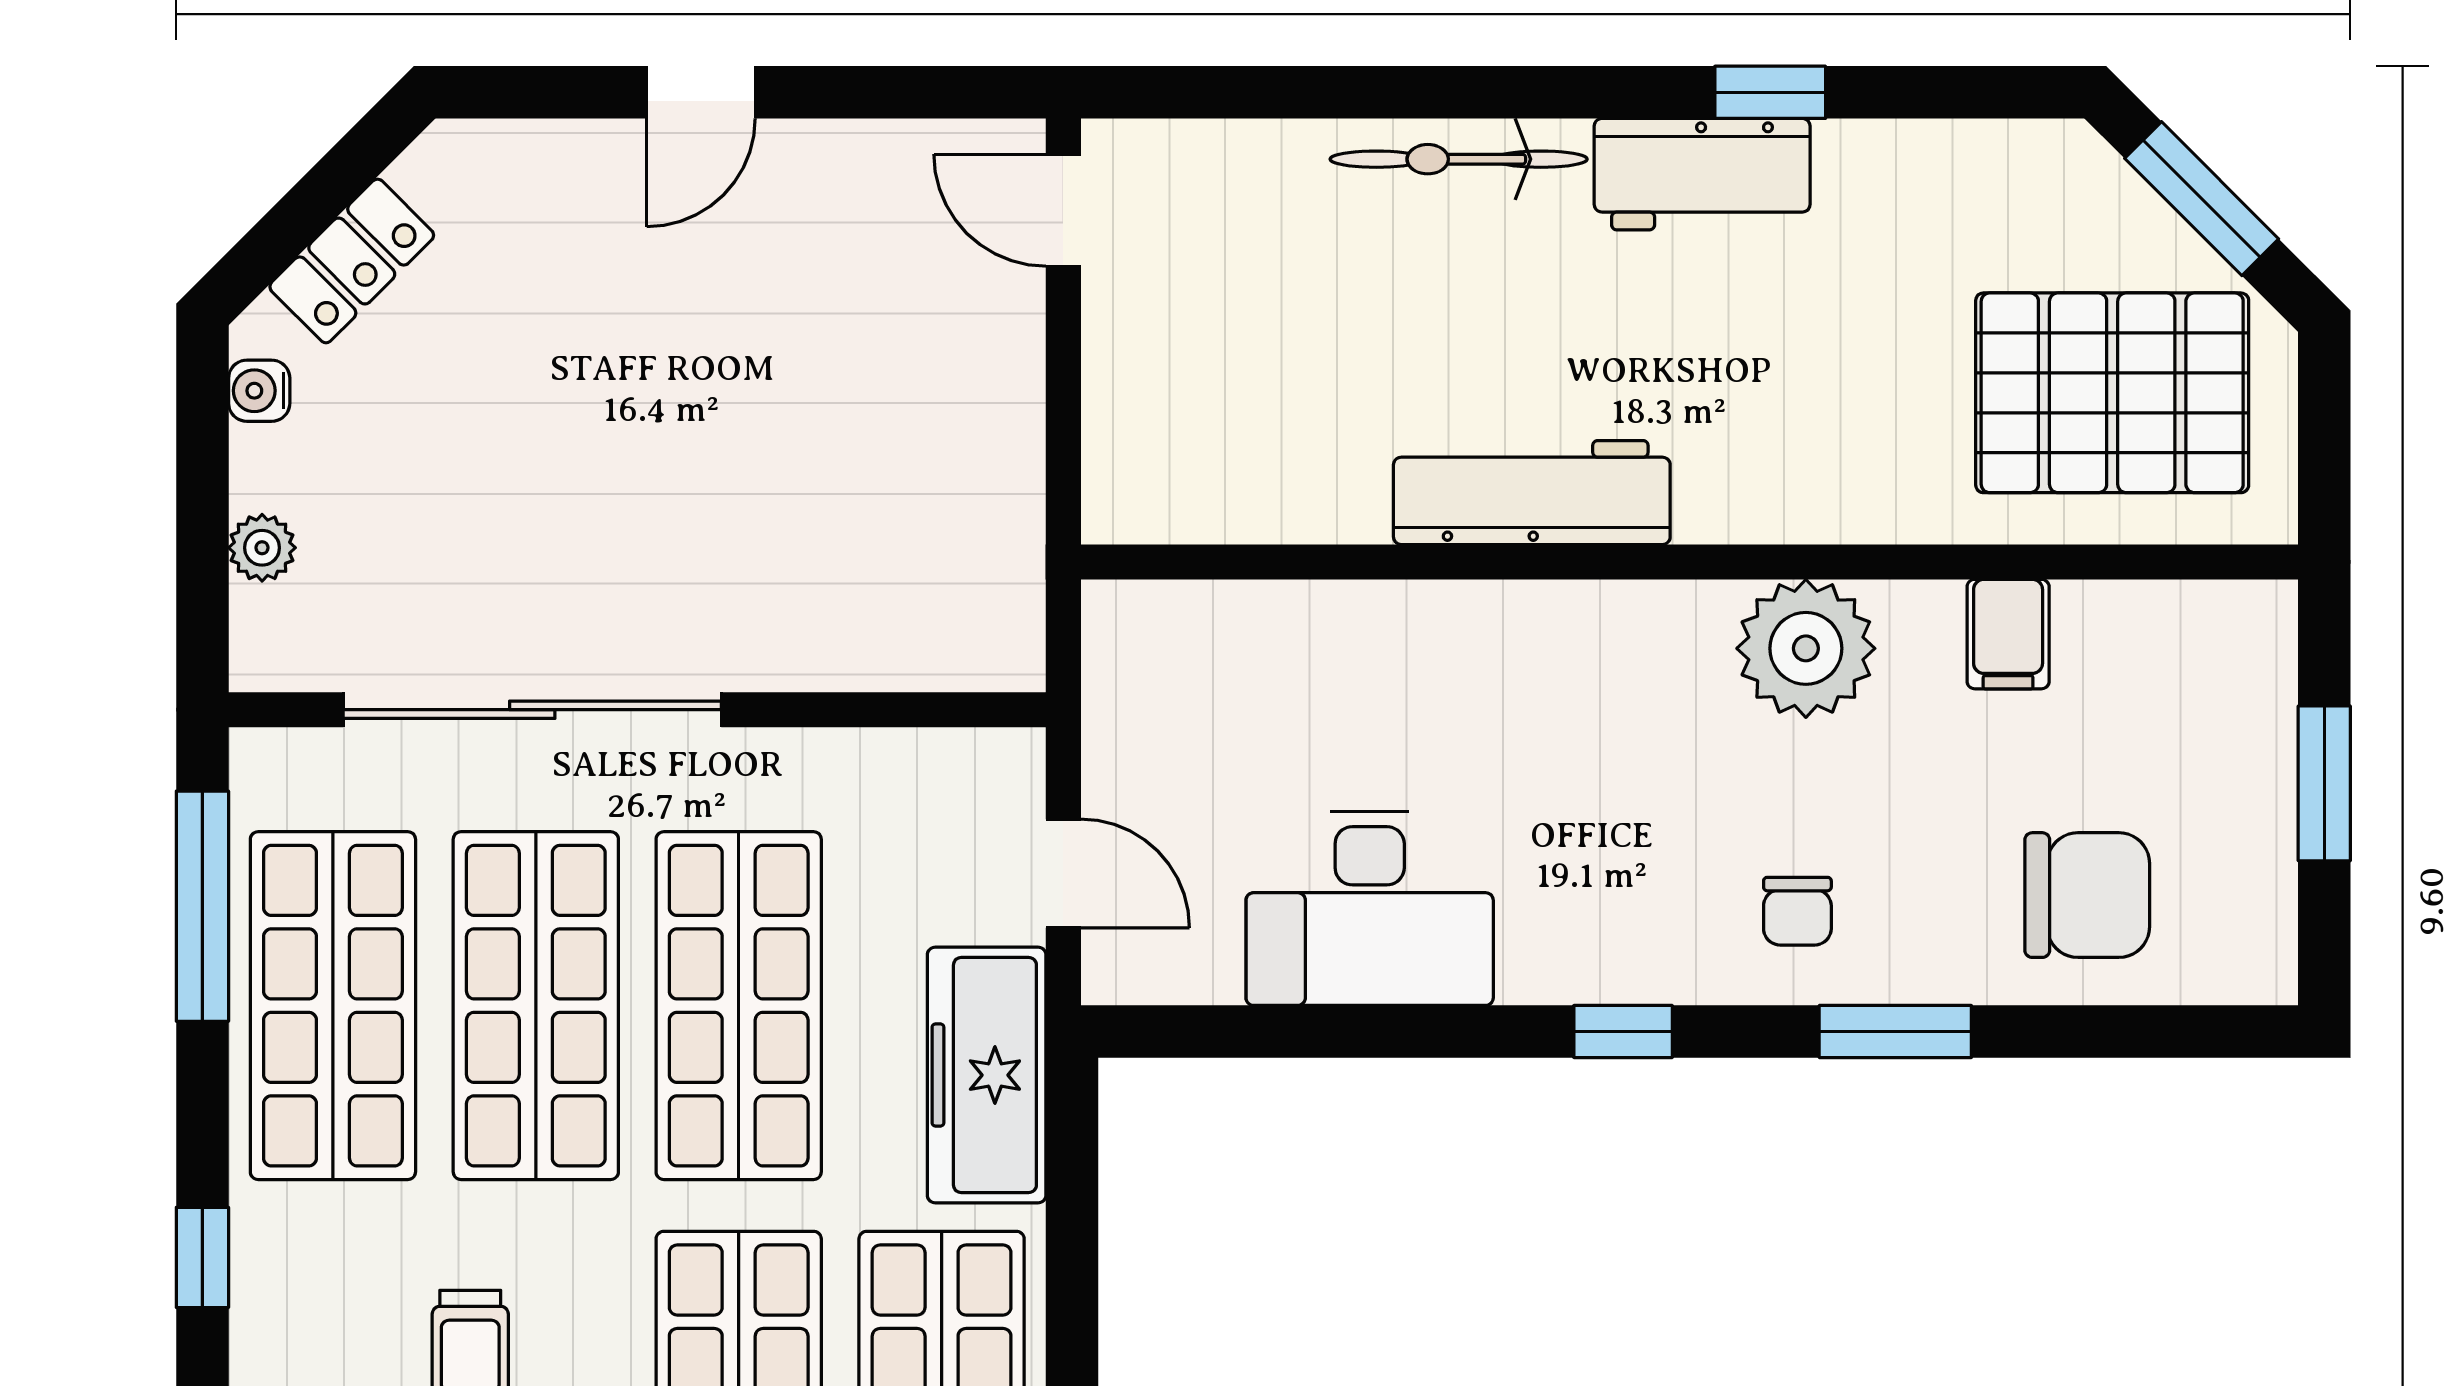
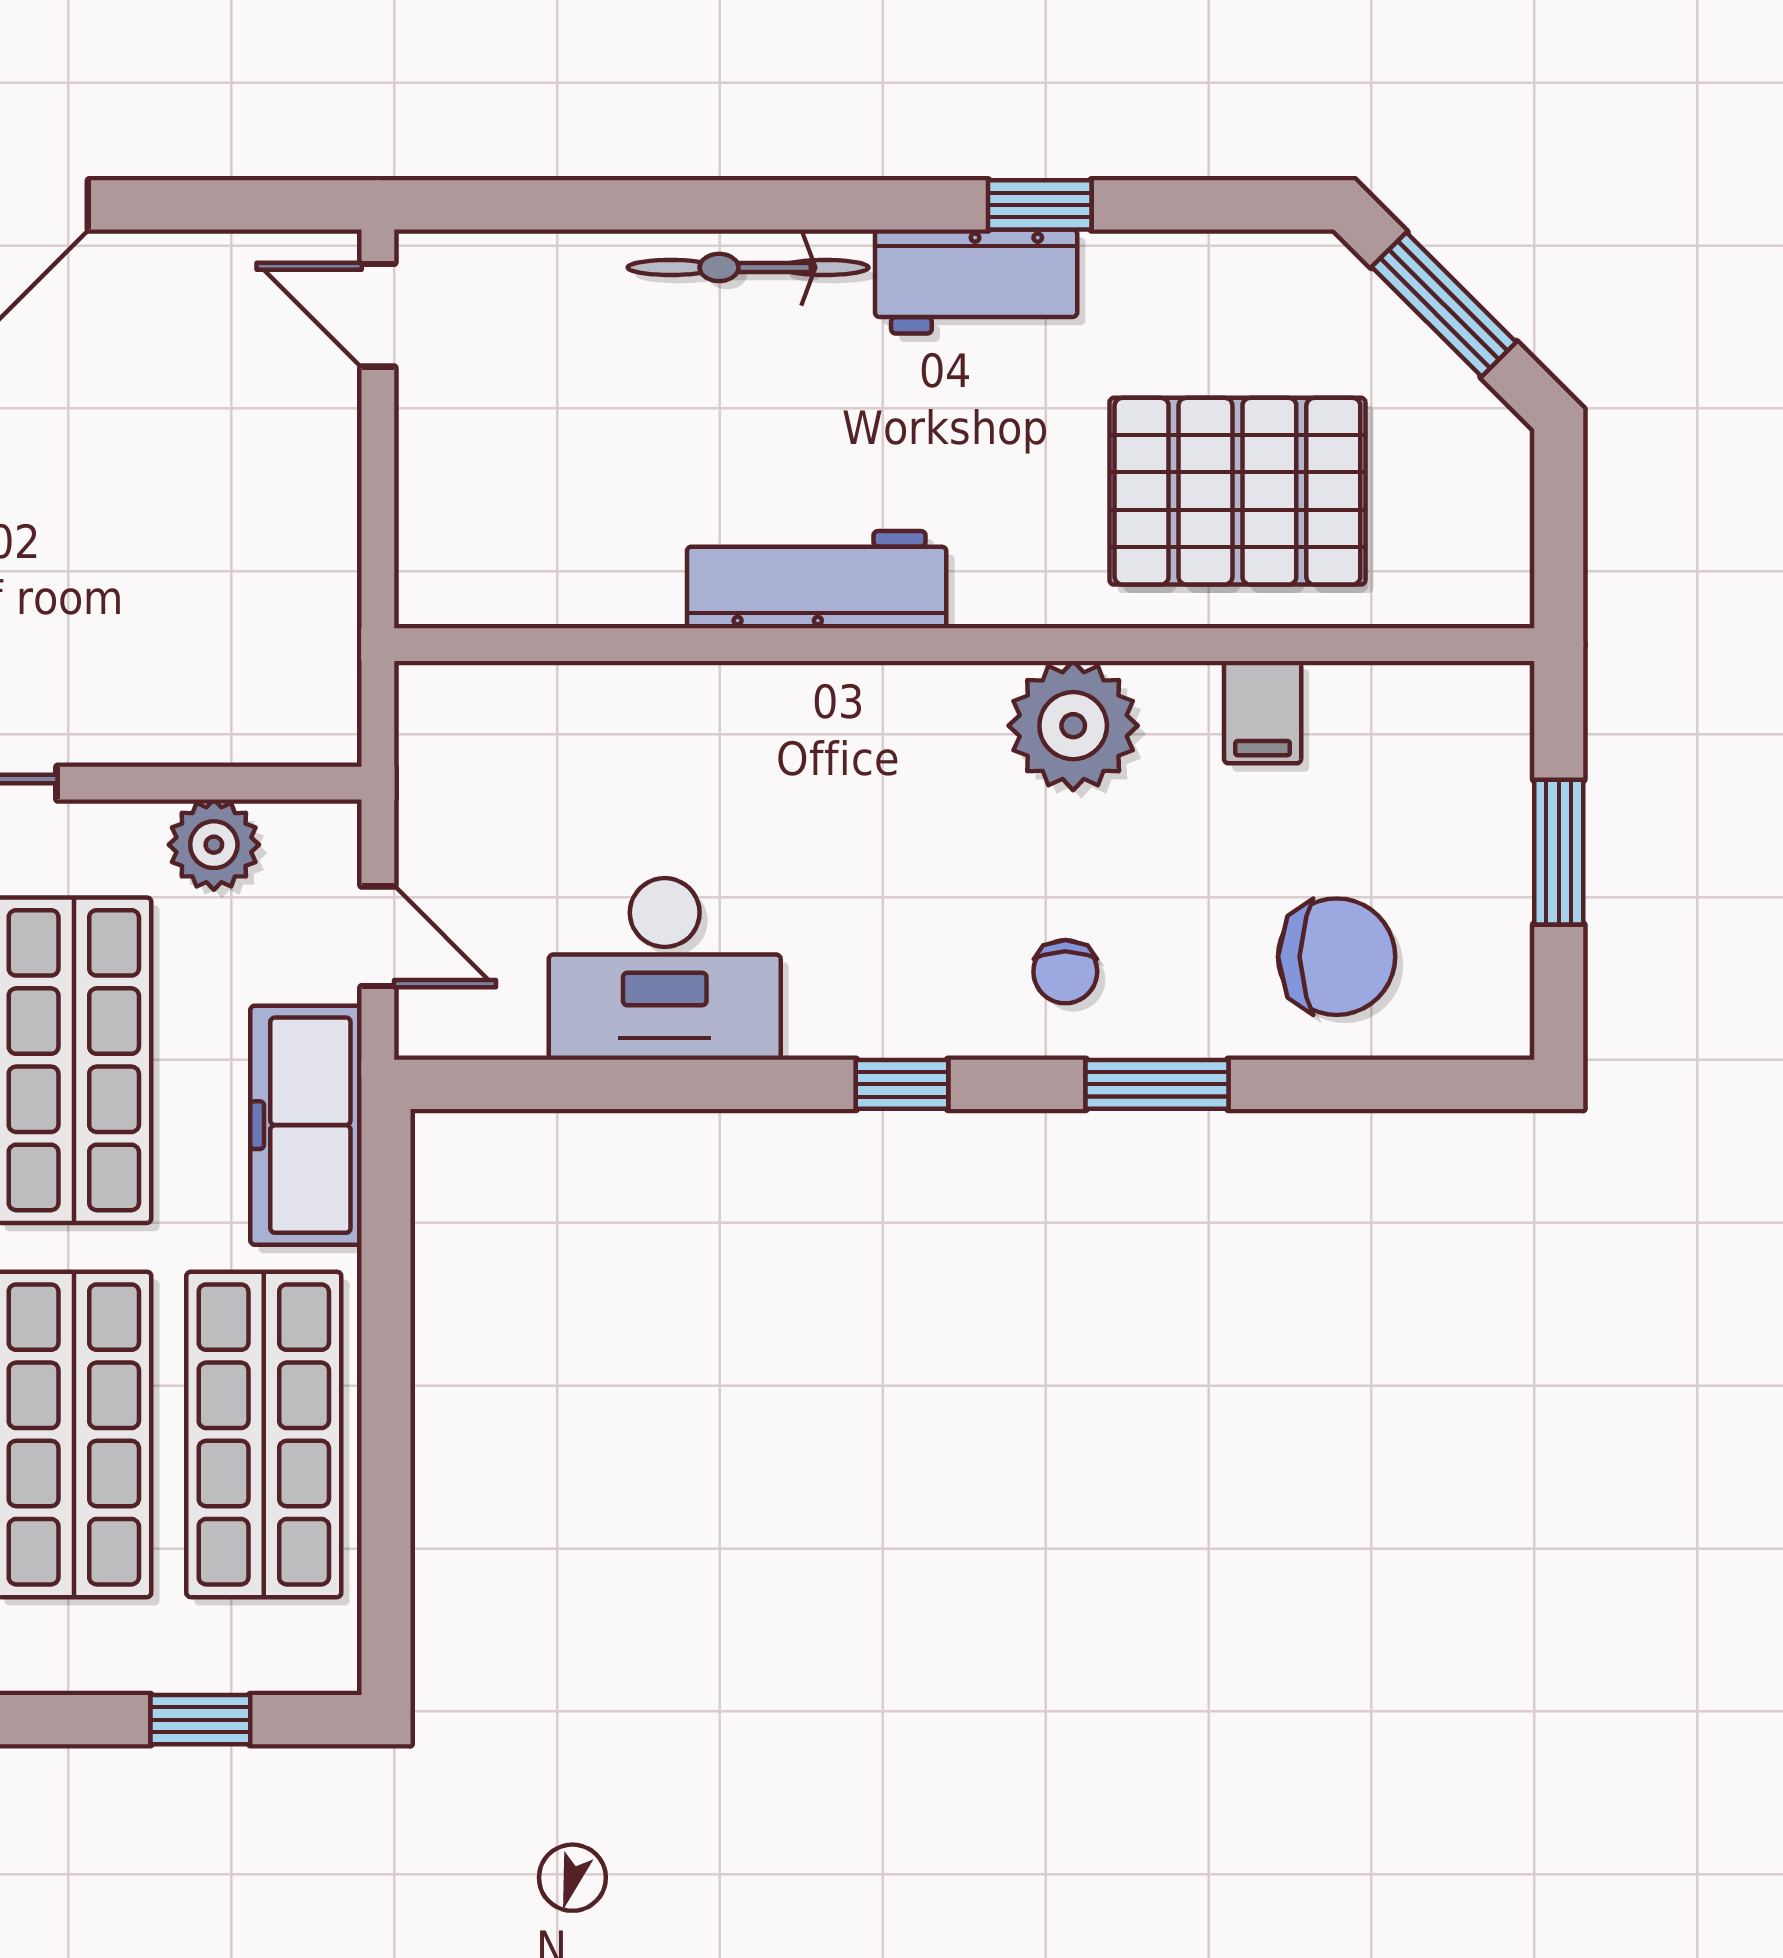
pallet: (2112, 393) -> (1237, 491), moved
plant: (888, 776) -> (214, 845), added

